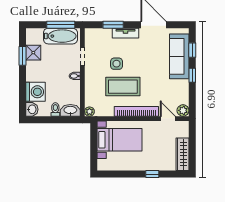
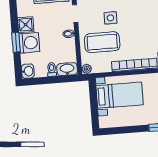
shower: (33, 53) -> (26, 25), moved
window: (22, 56) -> (16, 42), moved
coffee table: (123, 87) -> (102, 42), moved
washing machine: (35, 92) -> (29, 43), moved

